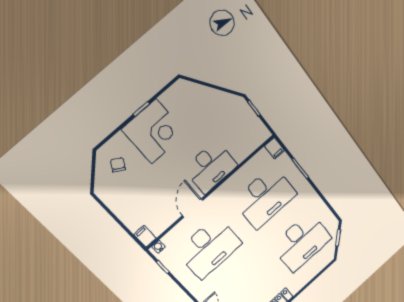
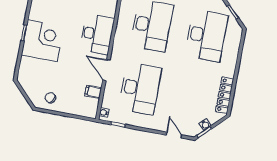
chair: (118, 165) -> (50, 98), moved
filing cabinet: (145, 236) -> (93, 92), moved

